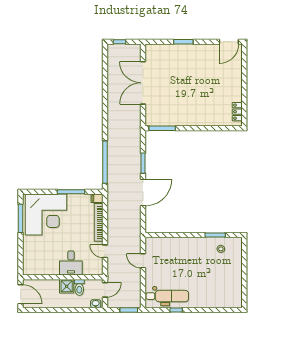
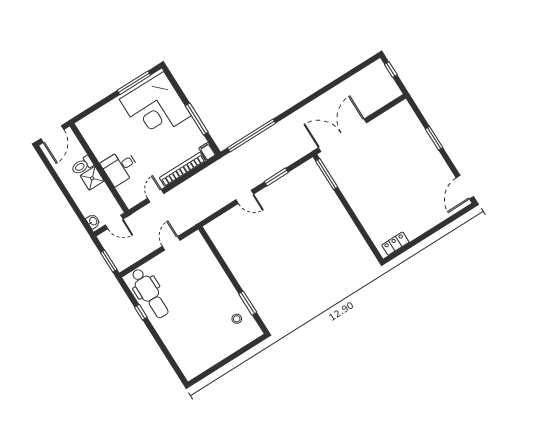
door: (229, 42) -> (465, 187), hinge flipped
double door: (143, 83) -> (343, 135), moved
door: (143, 192) -> (245, 197), width x0.53
toilet: (79, 287) -> (82, 165), moved

